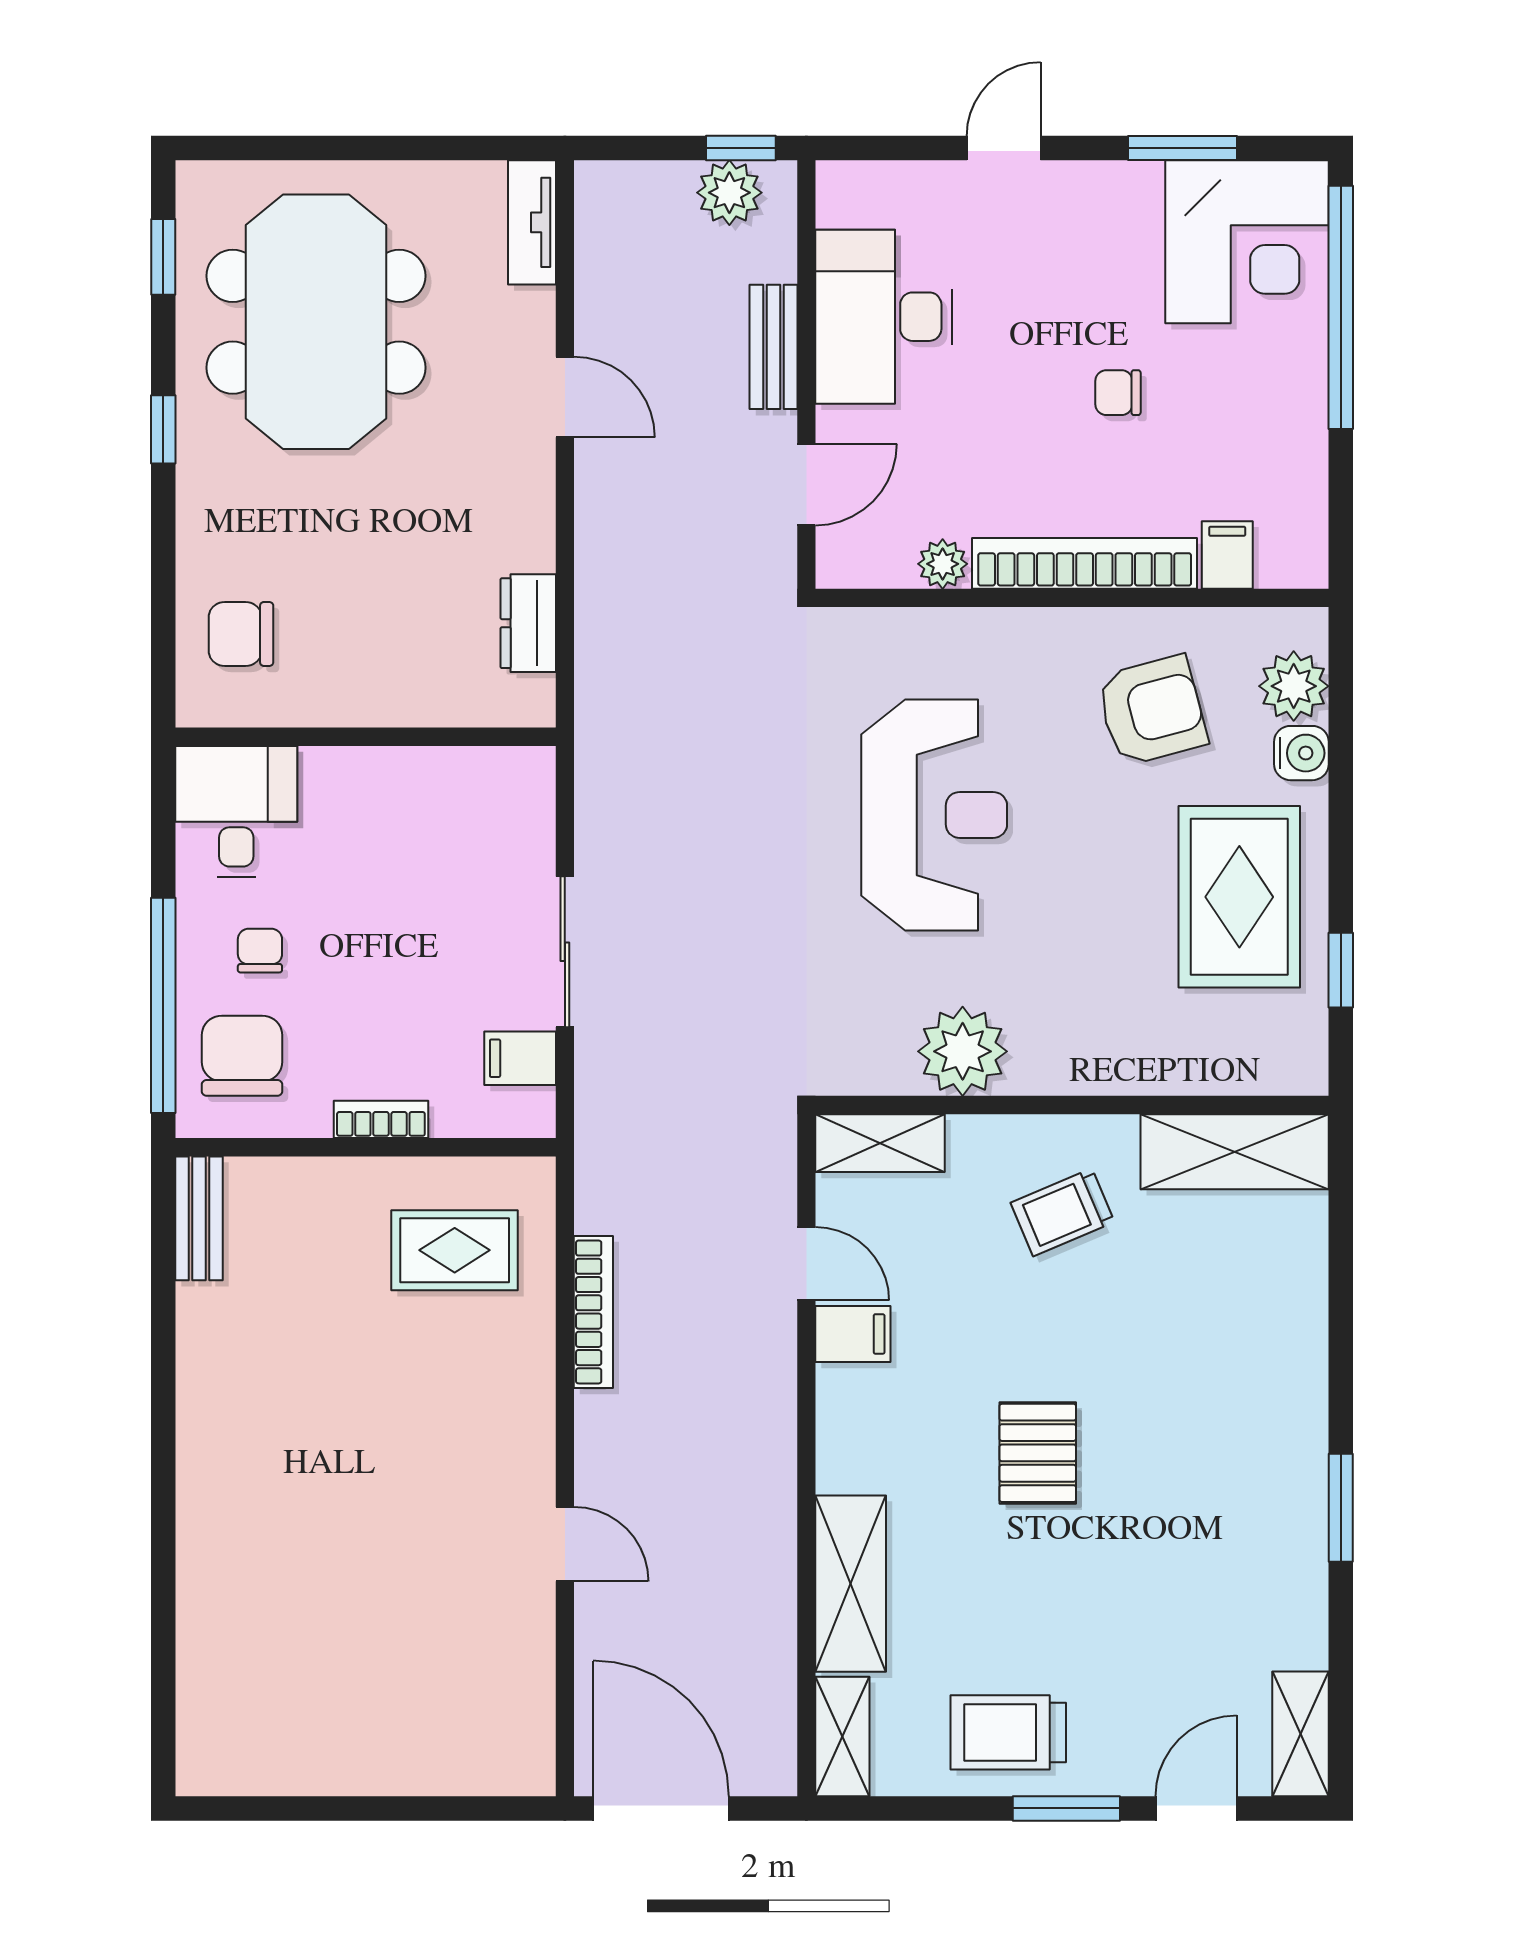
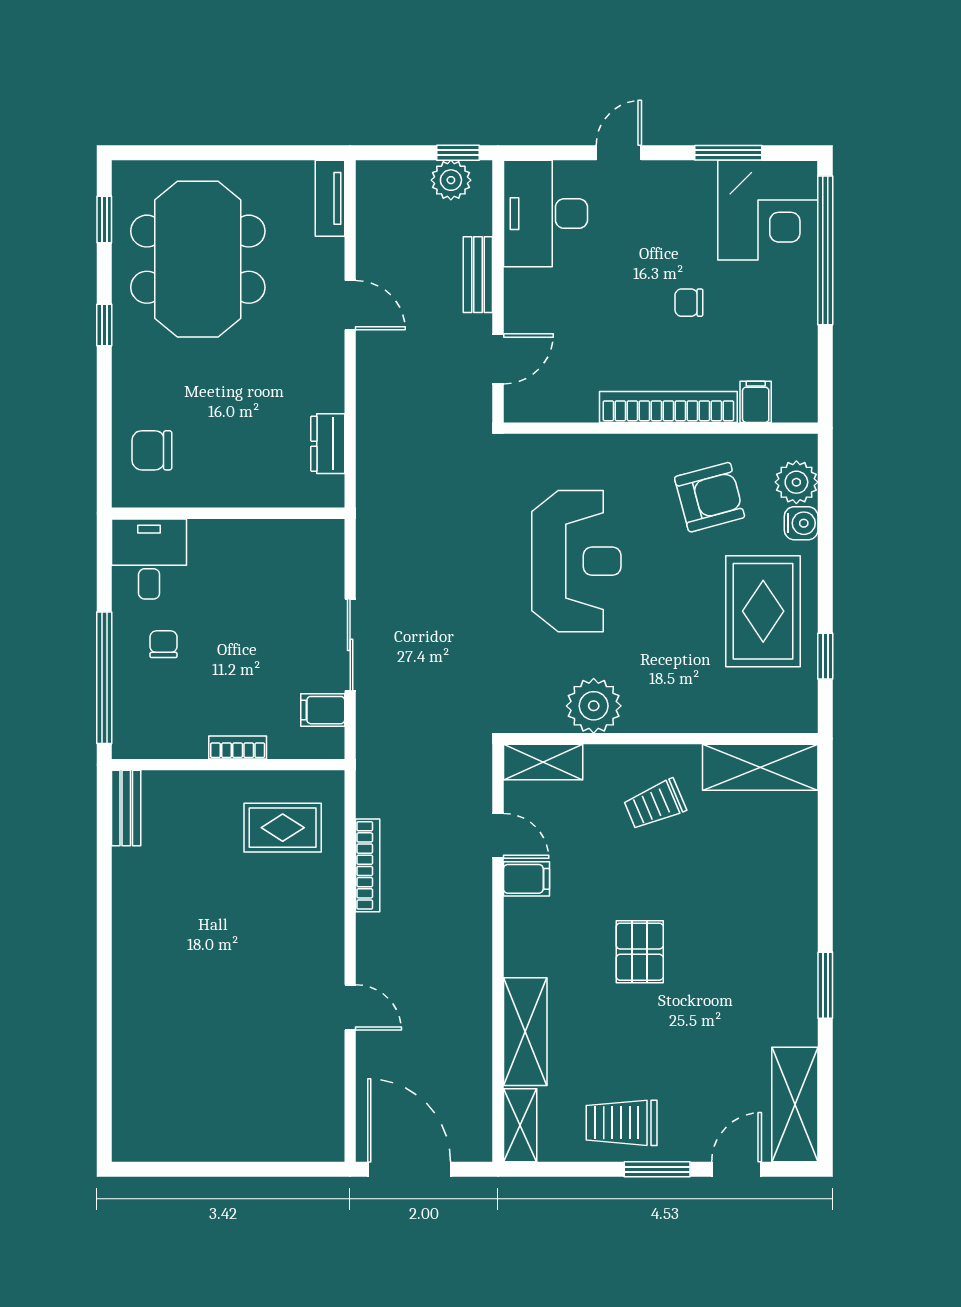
desk: (884, 317) -> (545, 214), moved
plant: (943, 564) -> (581, 407), removed
chair: (242, 1056) -> (153, 709), removed
shelving: (1300, 1734) -> (795, 1104), width x1.50, depth x1.33

